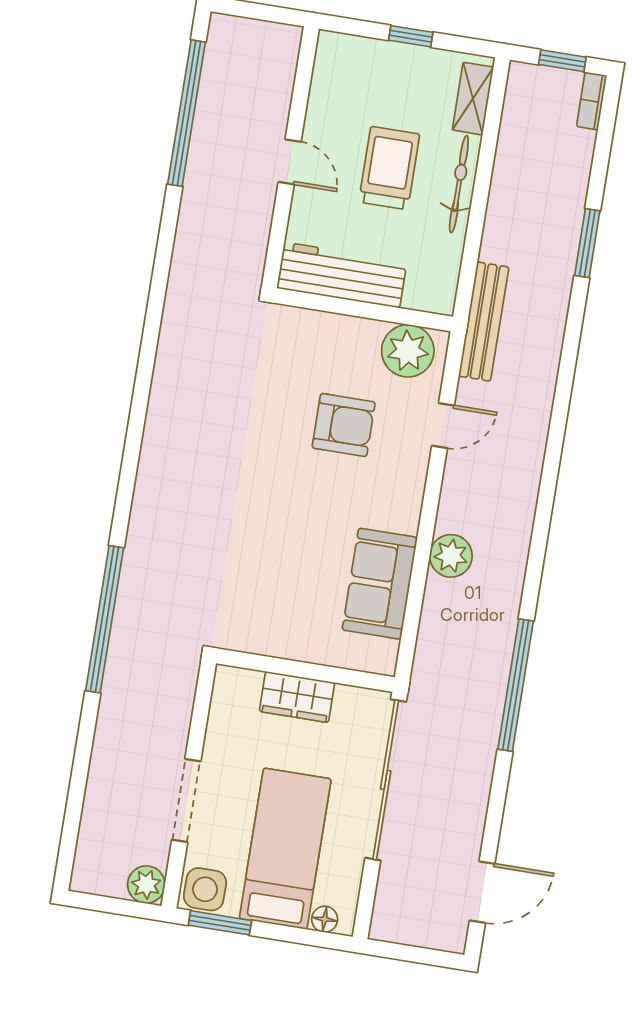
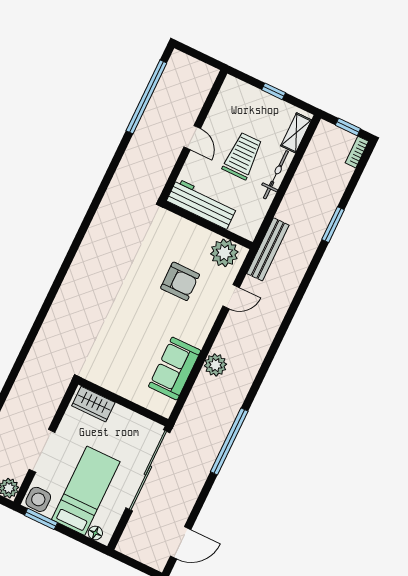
window: (105, 619) -> (28, 345), removed
wardrobe: (297, 697) -> (93, 404), moved

